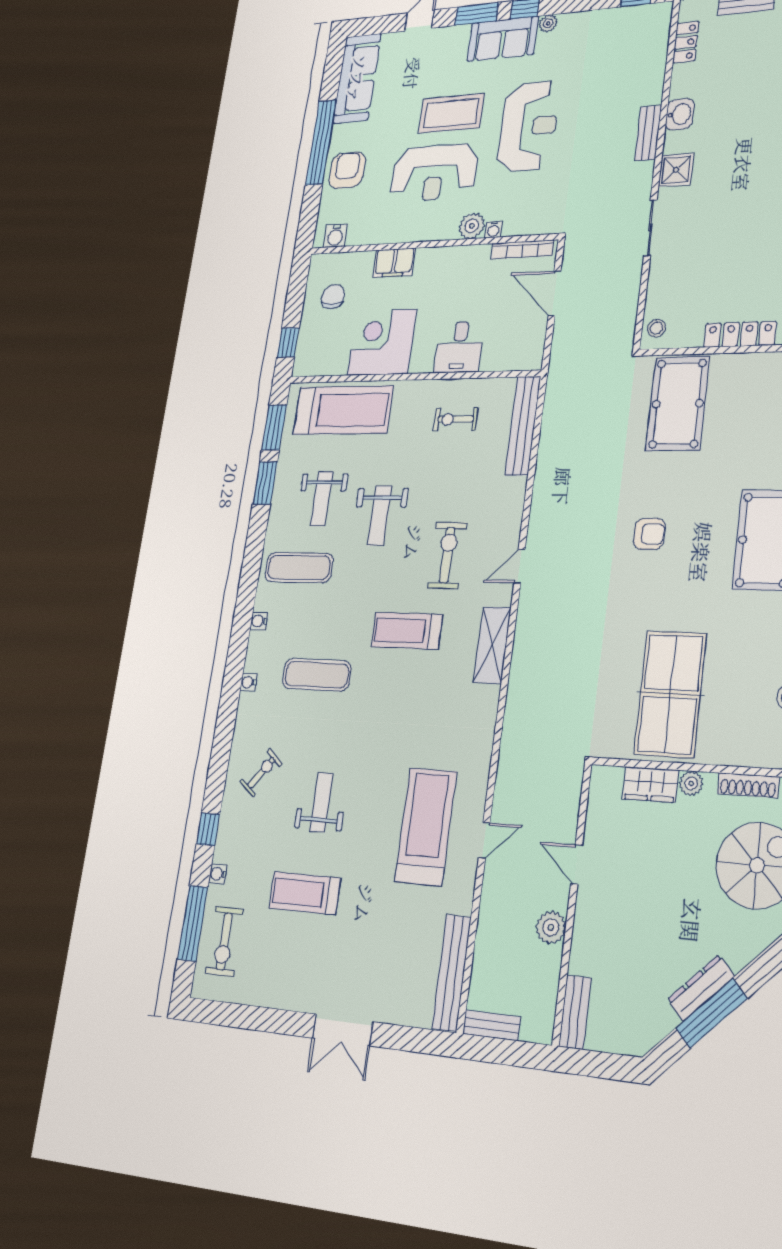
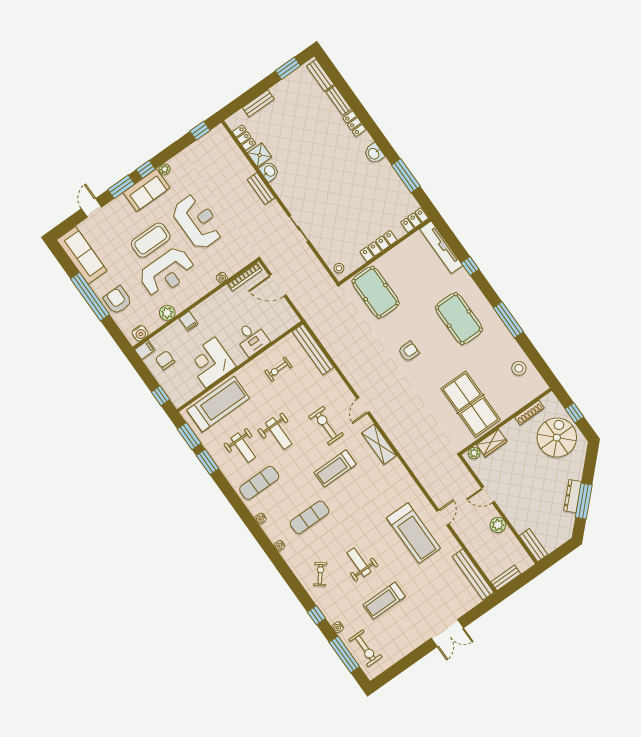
shower: (676, 170) -> (260, 155), moved
plant: (472, 226) -> (167, 313), moved
filing cabinet: (322, 263) -> (145, 350), added
filing cabinet: (394, 263) -> (189, 321), width x0.50
plant: (691, 783) -> (474, 453), moved
treadmill: (426, 827) -> (413, 533), turned 180

